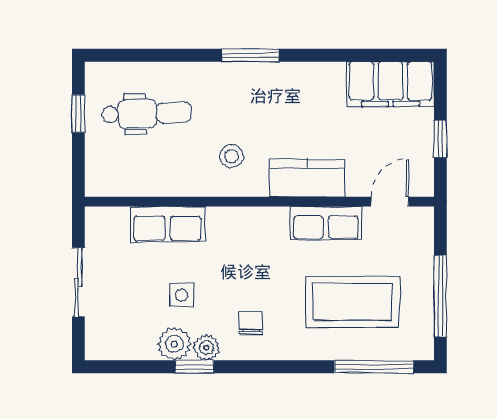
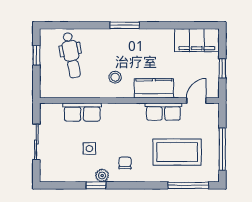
dental chair: (146, 113) -> (71, 55), turned 81
plant: (174, 344) -> (86, 174), removed

